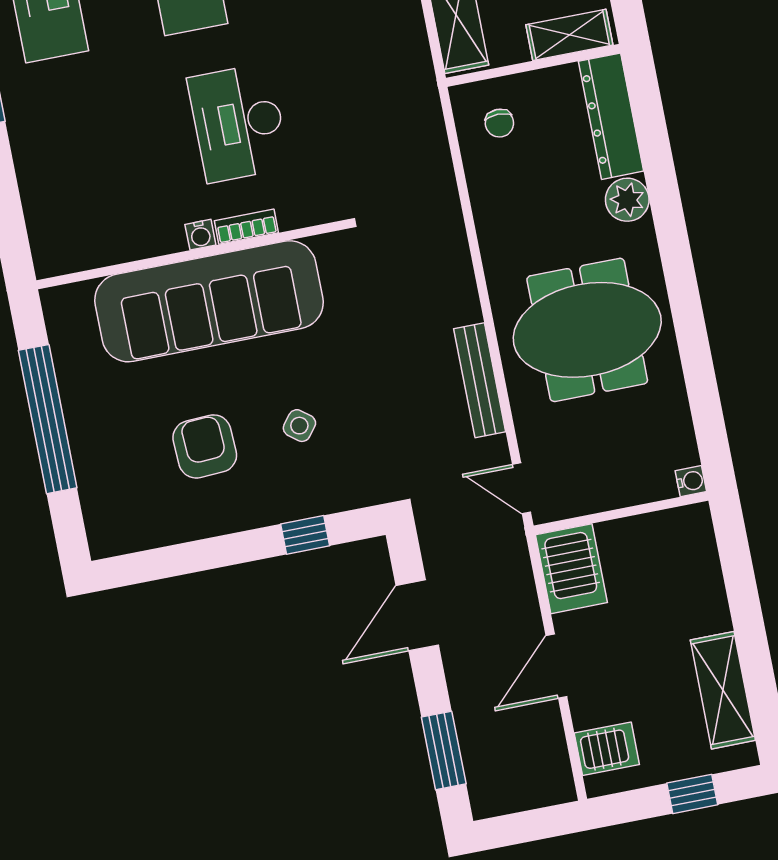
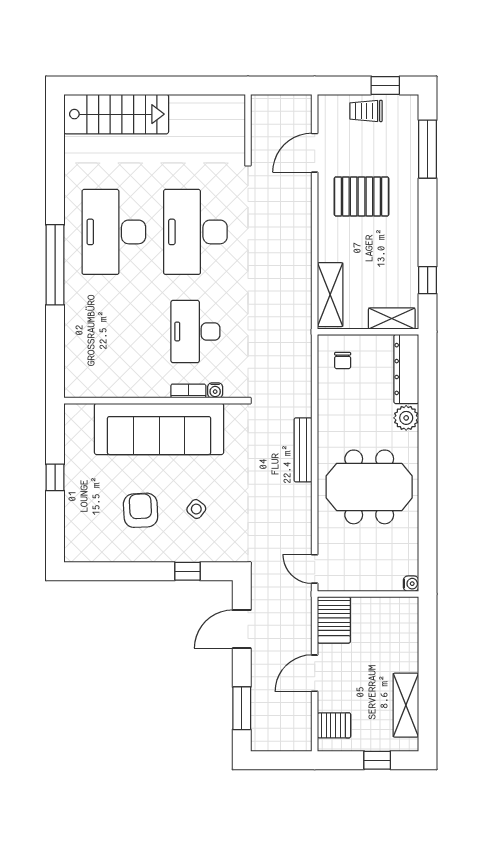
water cooler: (200, 235) -> (215, 390), moved
bench: (480, 380) -> (303, 450), moved
window: (48, 419) -> (55, 477), width x0.32

